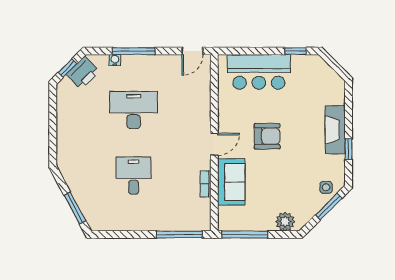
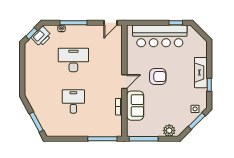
bar counter: (259, 72) -> (160, 36), width x1.36

